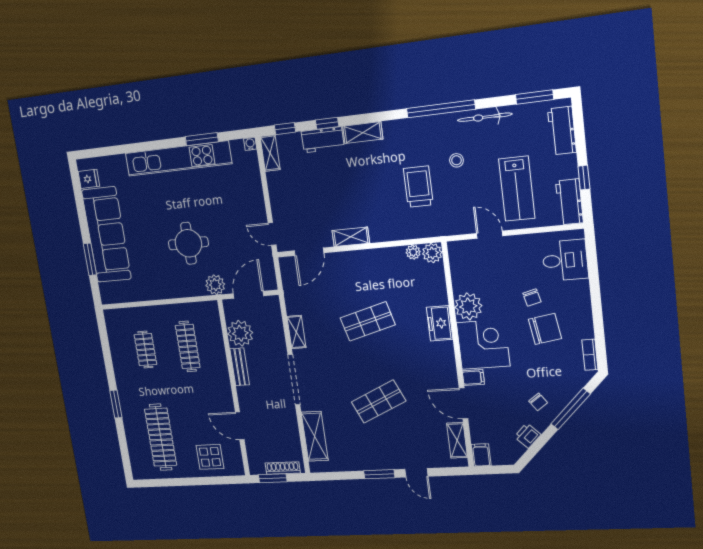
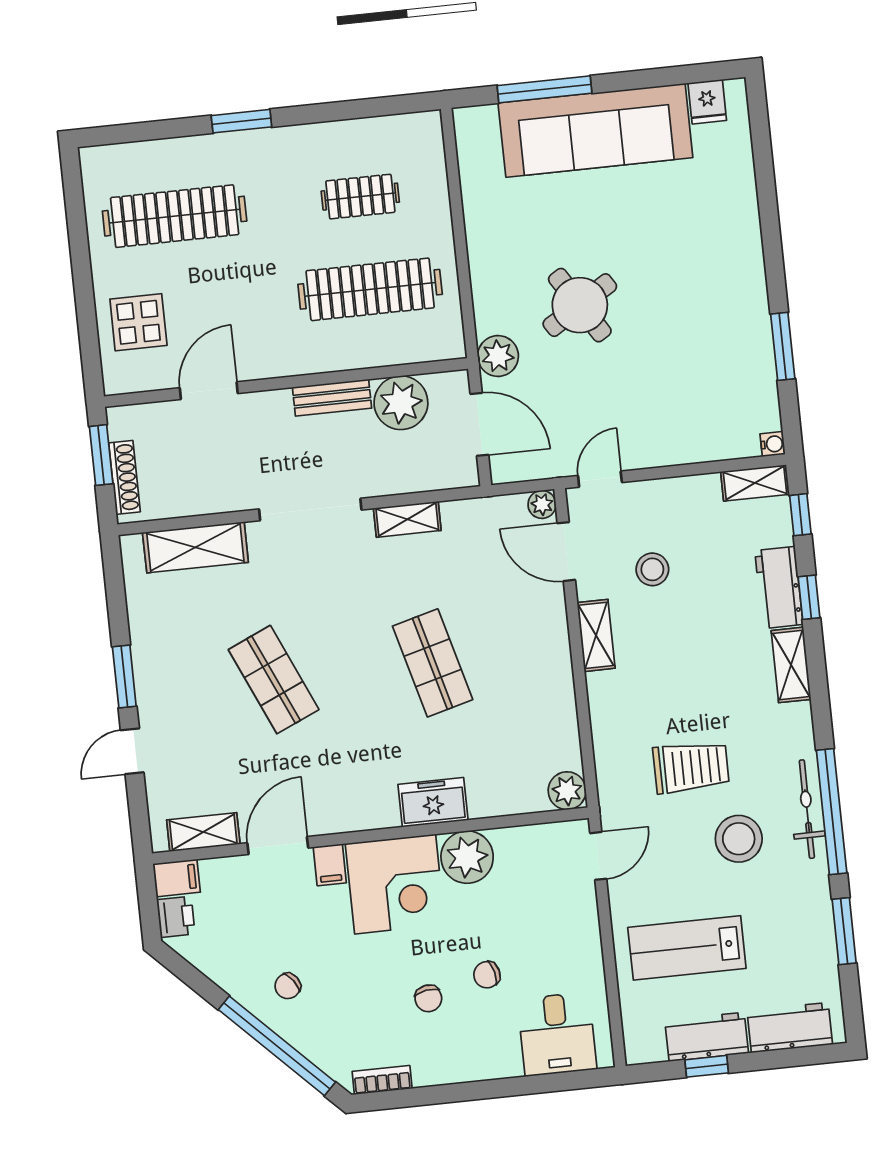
window: (535, 97) -> (844, 931), moved
bicycle: (485, 117) -> (807, 809), moved
kitchen unit: (178, 158) -> (746, 295), removed
stool: (456, 160) -> (739, 839), width x1.89, depth x1.89
workbench: (569, 202) -> (707, 1037), moved
stool: (316, 207) -> (652, 569), added
door: (490, 235) -> (598, 856), moved
round table: (188, 243) -> (580, 305), turned -32
plant: (413, 252) -> (542, 504), moved
window: (90, 259) -> (545, 89), width x1.44
chair: (545, 329) -> (428, 998), width x0.54, depth x0.54
clothes rail: (188, 346) -> (370, 289), width x1.37, depth x1.31
window: (571, 409) -> (277, 1046), width x1.46
printer: (528, 436) -> (176, 917), moved, turned 45

